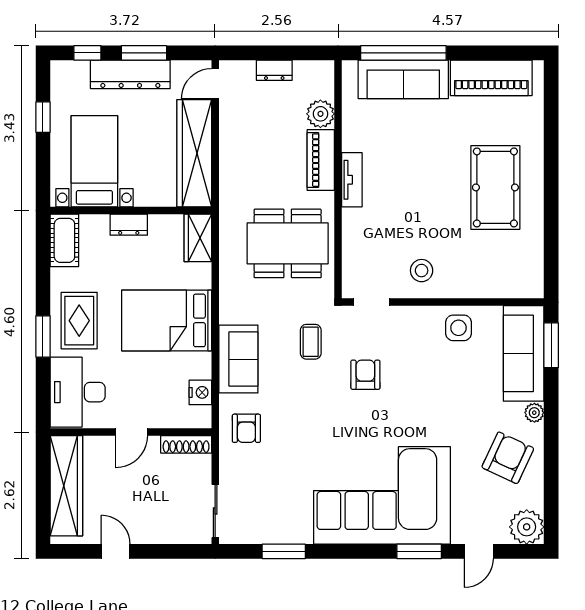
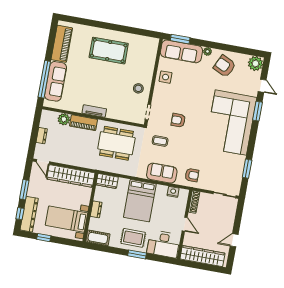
dresser: (130, 74) -> (29, 214), moved
dining table: (288, 243) -> (116, 143), turned 90

